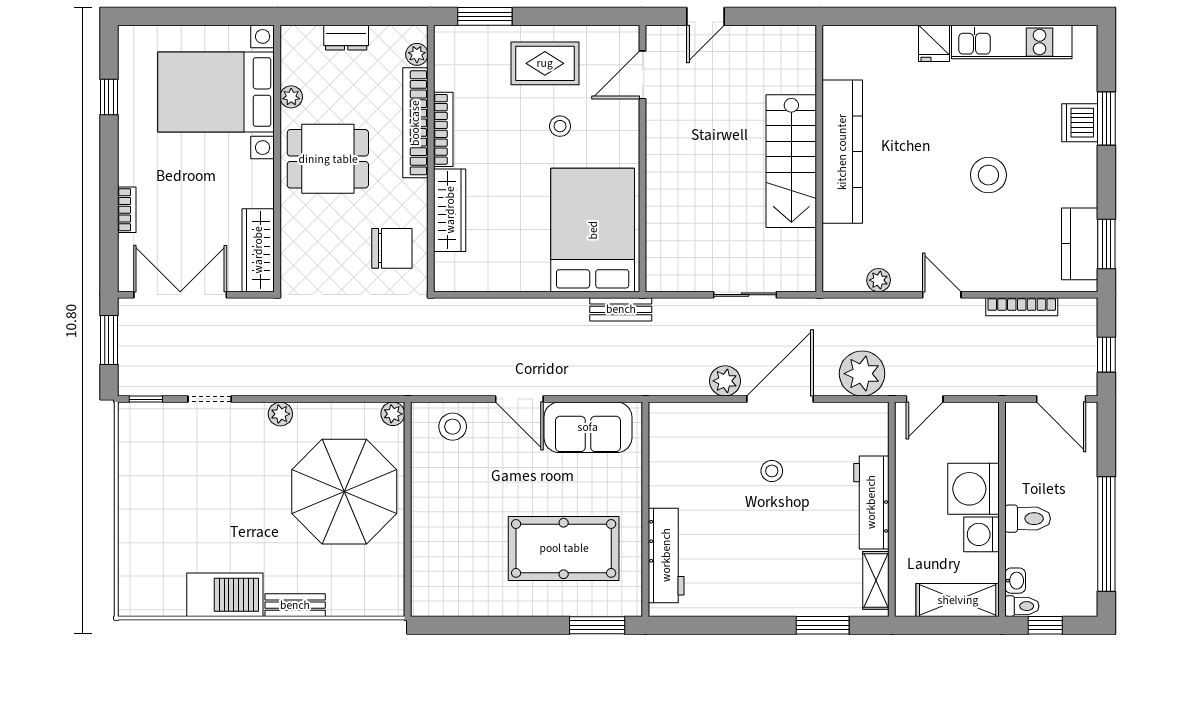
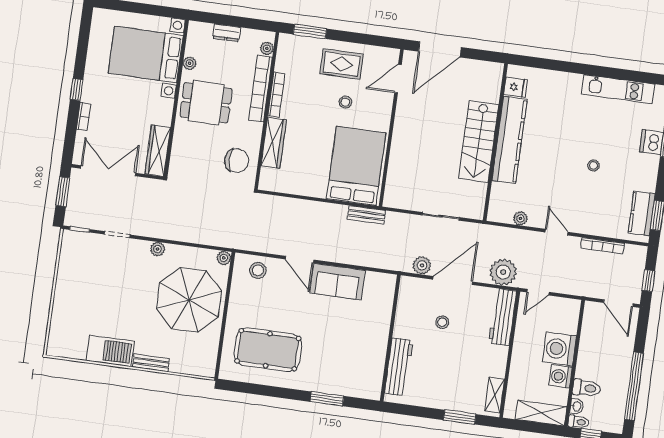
door: (706, 16) -> (440, 49), width x1.87
fridge: (934, 43) -> (516, 87), moved, turned -90
window: (109, 97) -> (77, 90), moved
stool: (988, 175) -> (594, 165), width x0.53, depth x0.53
workbench: (871, 502) -> (503, 317), moved
wall: (645, 509) -> (390, 338), moved
toilet: (1028, 519) -> (587, 388), moved
pool table: (564, 548) -> (268, 350), moved
workbench: (666, 555) -> (399, 367), moved

